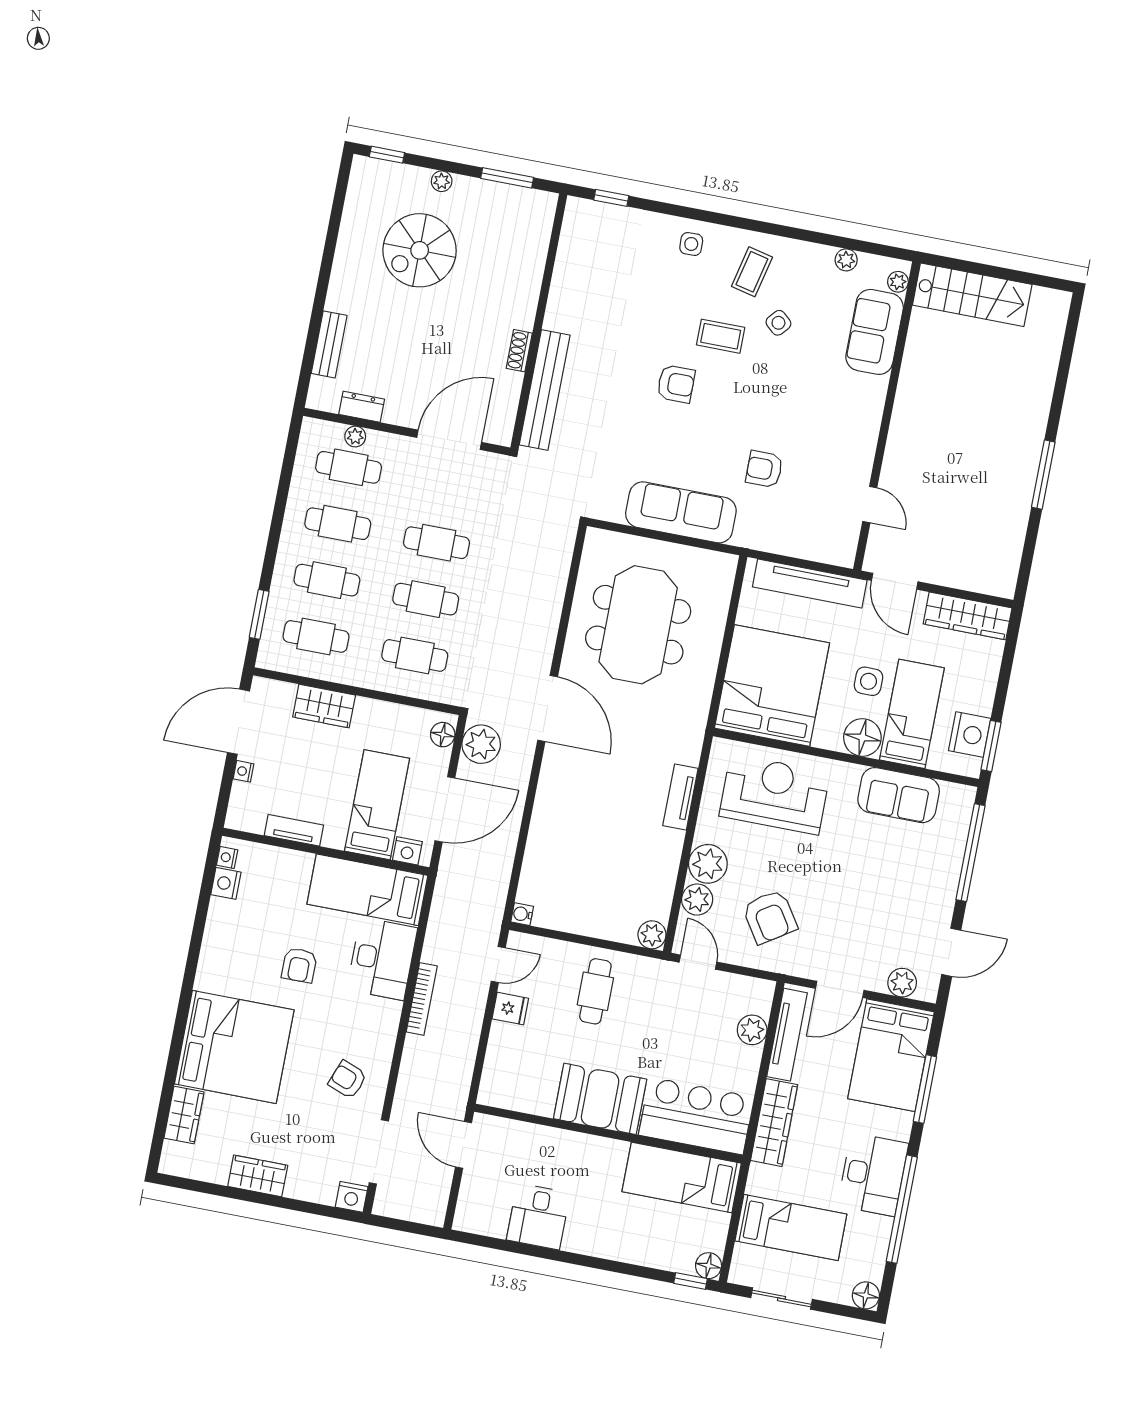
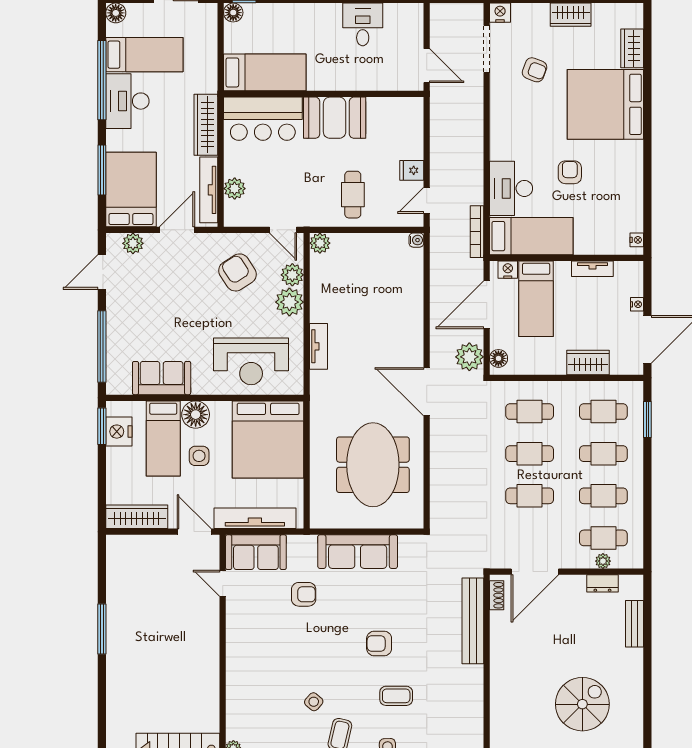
sofa: (875, 332) -> (256, 552), moved, turned 90
coffee table: (721, 336) -> (396, 696), moved
shoe rack: (519, 351) -> (497, 595), moved
nightstand: (226, 883) -> (634, 221), removed
bookcase: (422, 999) -> (477, 232), moved
armchair: (348, 1080) -> (535, 70), moved
bed: (791, 1228) -> (144, 55), moved, turned 180

